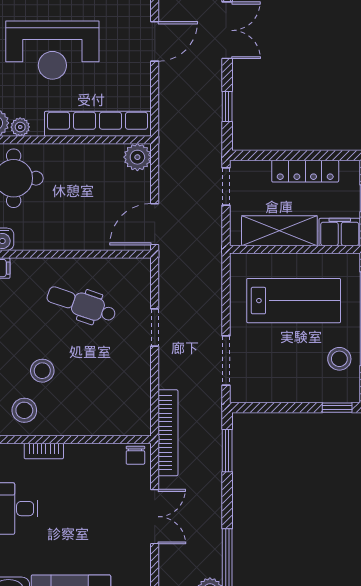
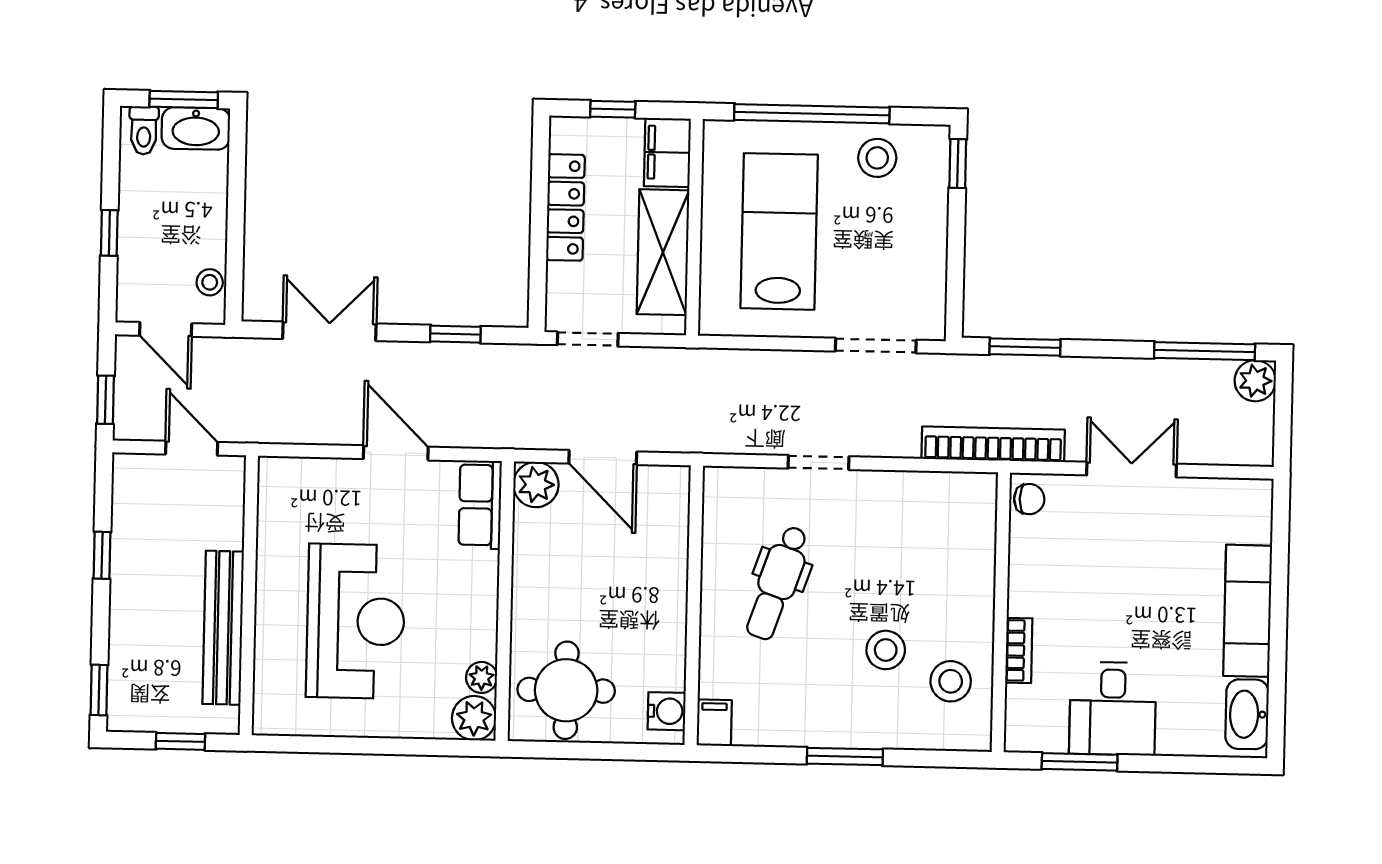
door: (155, 41) -> (396, 453), moved
row of seats: (98, 124) -> (480, 505), width x0.50
door: (155, 224) -> (603, 458), moved

